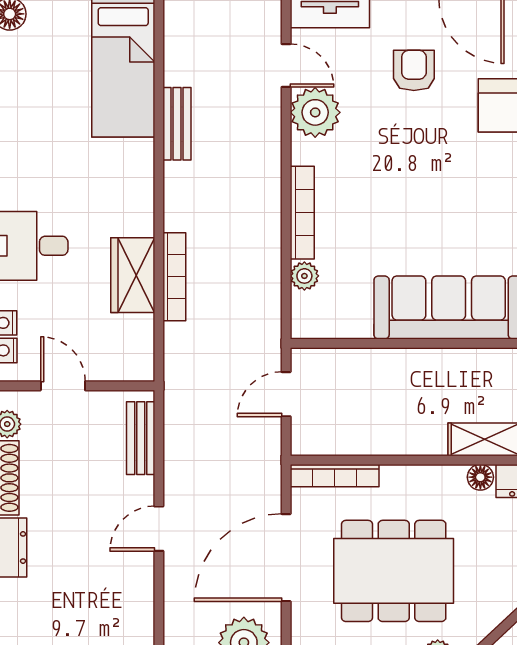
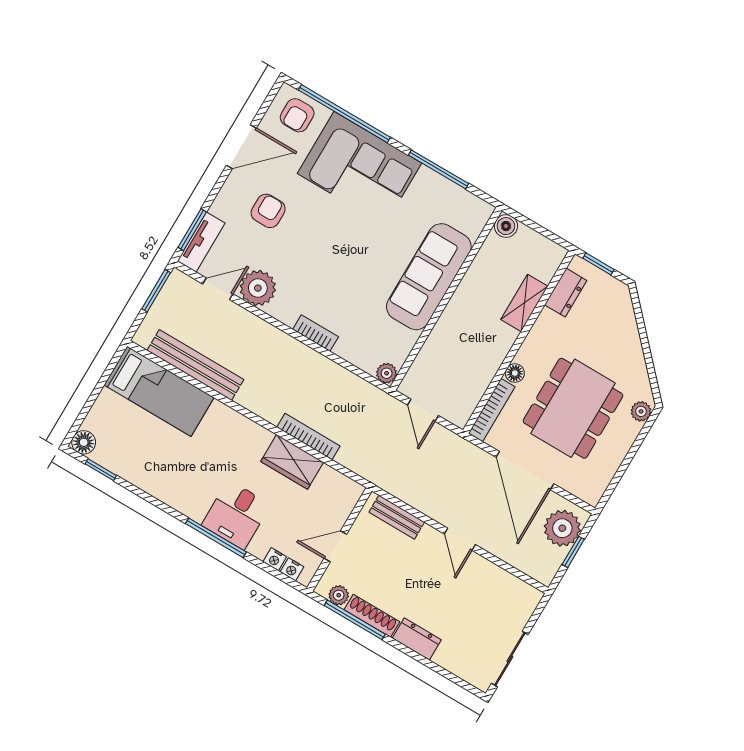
armchair: (414, 70) -> (268, 211), turned 90
bench: (177, 124) -> (195, 365), width x1.86, depth x1.21
bookcase: (302, 213) -> (316, 333), width x0.64
plant: (304, 276) -> (387, 373), moved
floor lamp: (480, 477) -> (515, 373), moved

